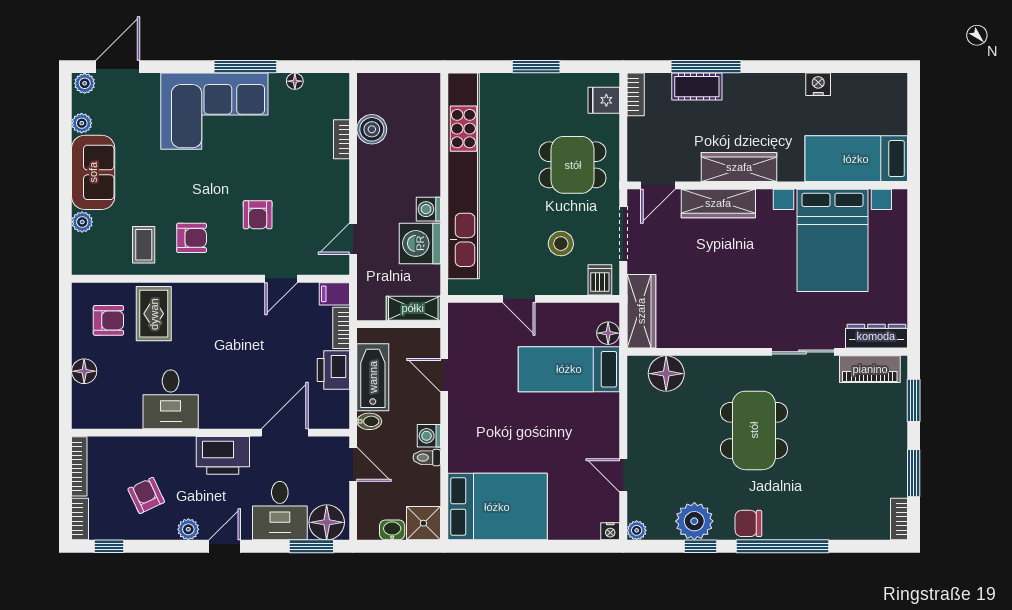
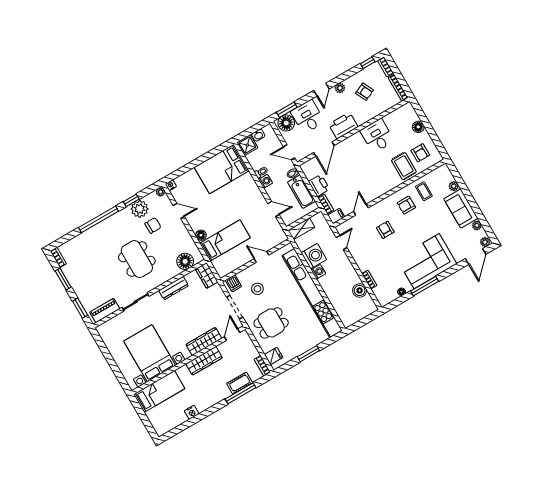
wardrobe: (641, 311) -> (207, 276), width x0.67
armchair: (108, 320) -> (420, 153), turned -90
floor lamp: (608, 333) -> (201, 235), moved
dresser: (876, 336) -> (174, 288), moved
chair: (748, 523) -> (153, 225), moved

